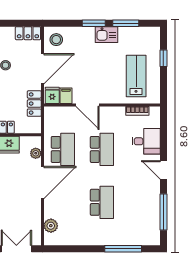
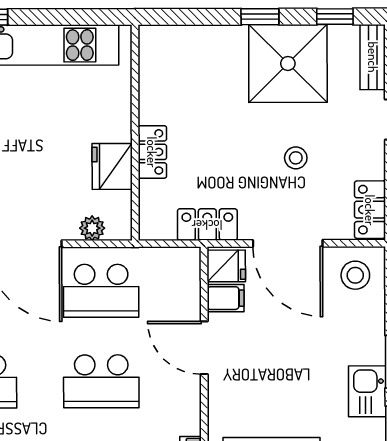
door: (87, 105) -> (204, 348), hinge flipped

